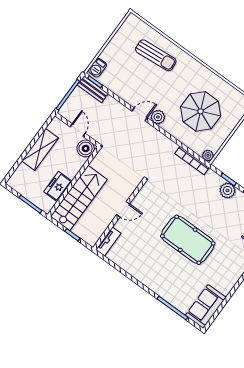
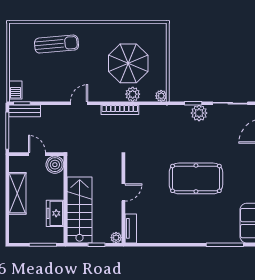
plant: (158, 117) -> (133, 94), moved
bookcase: (192, 160) -> (120, 110), moved
plant: (92, 240) -> (116, 238), added

